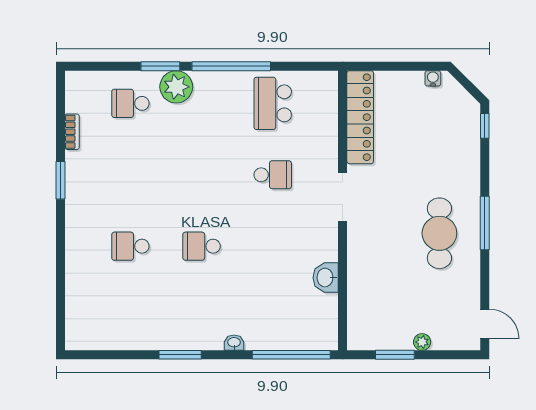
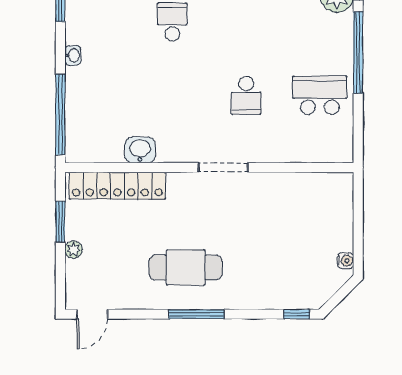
locker: (360, 117) -> (117, 186), moved

